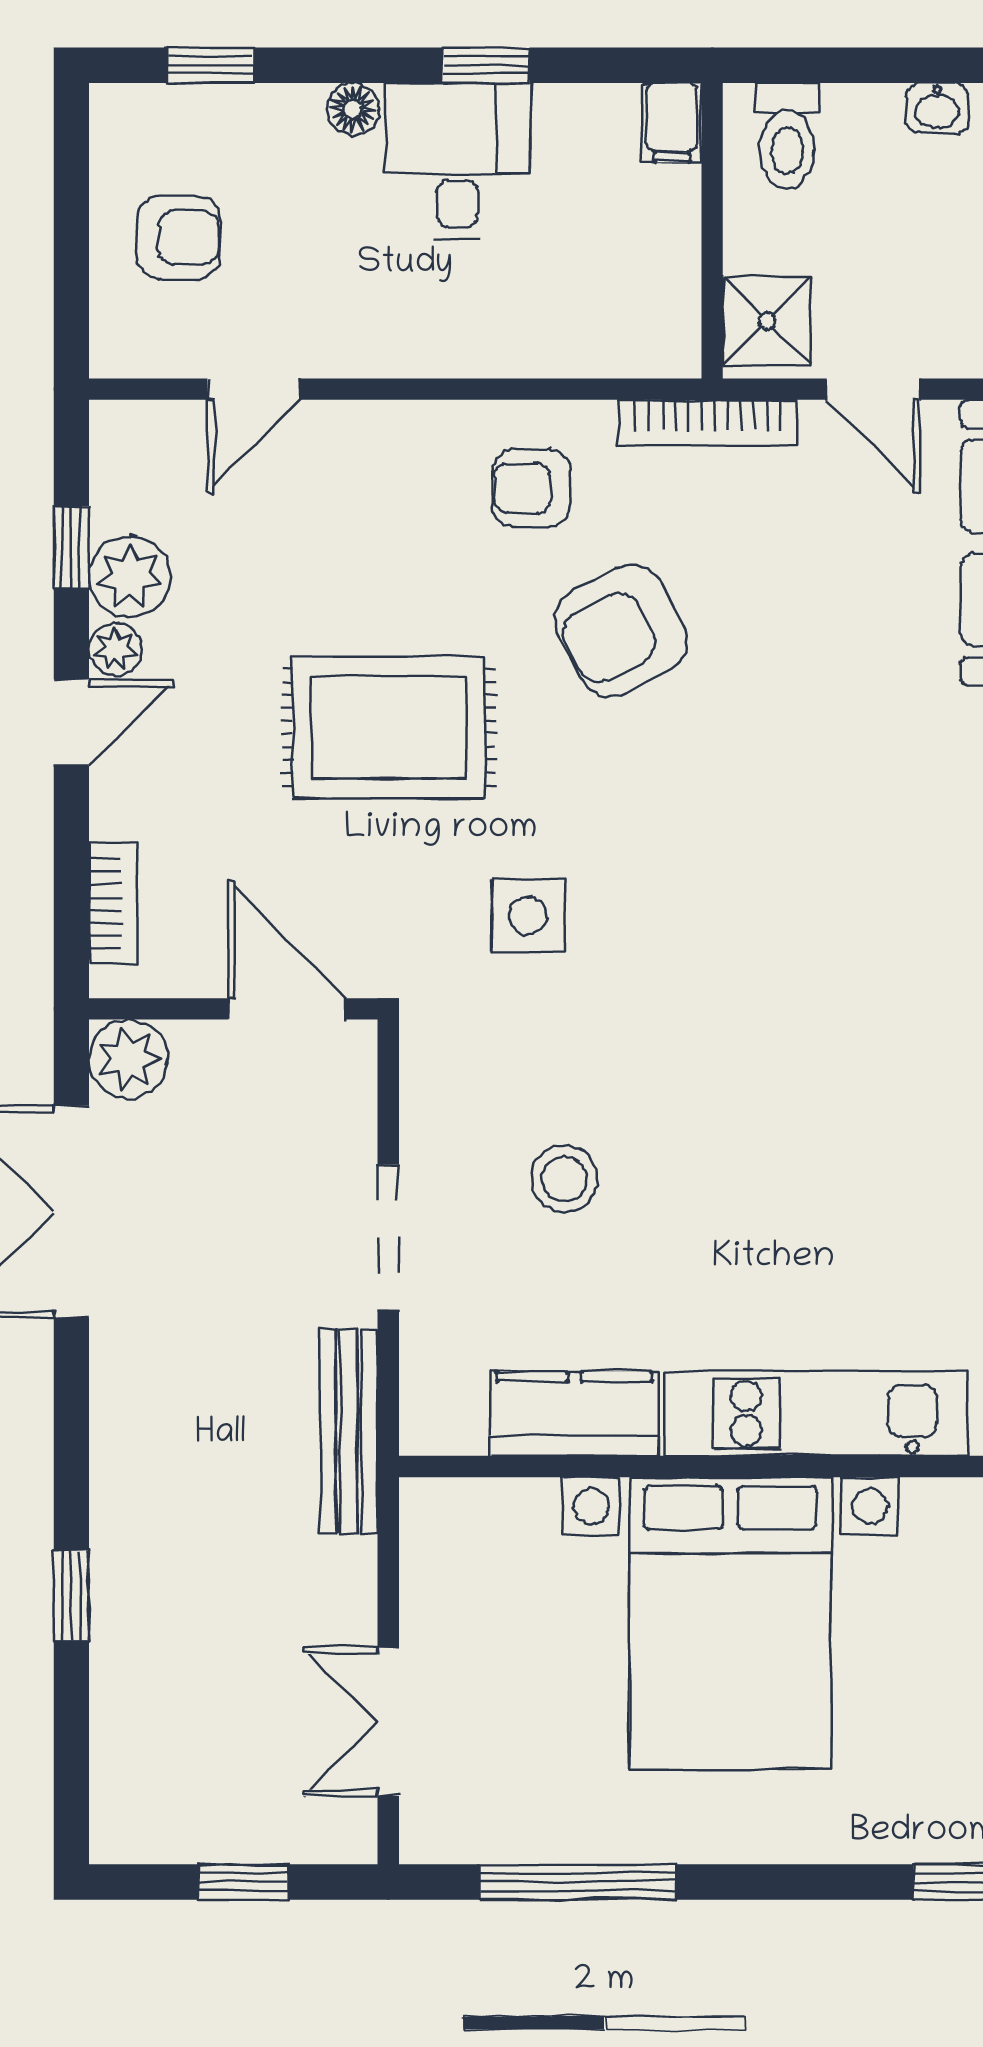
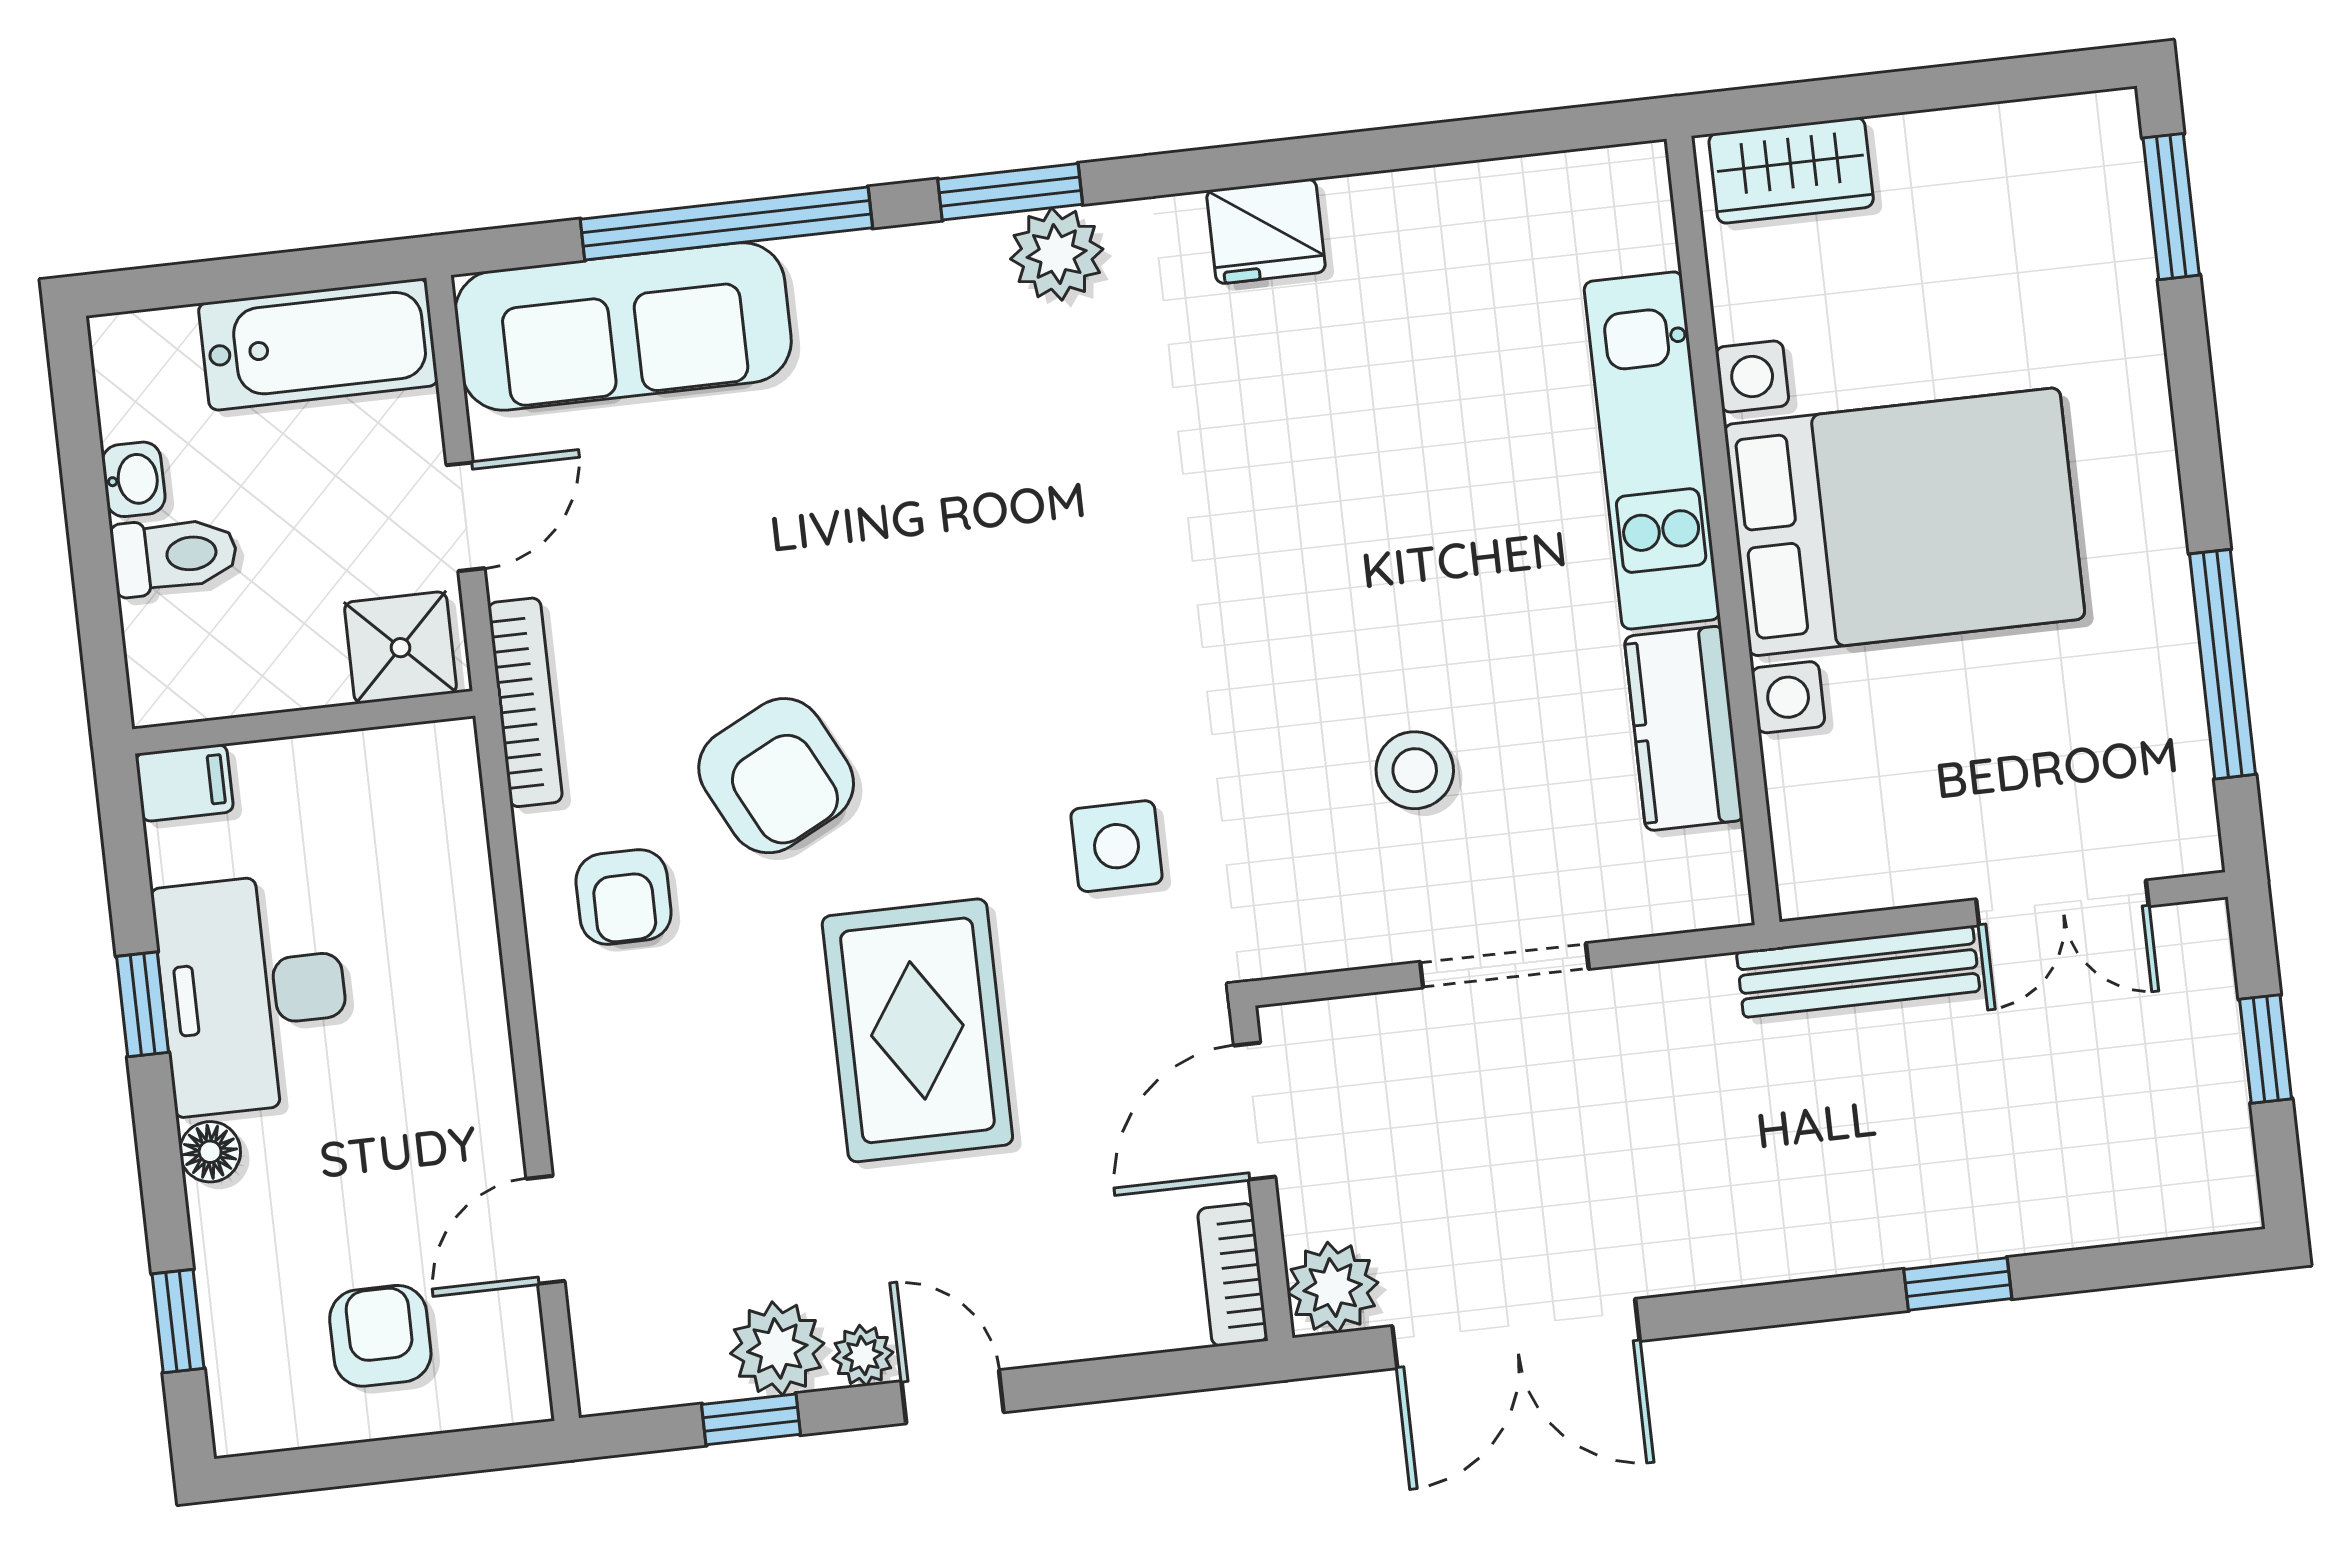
toilet: (787, 136) -> (174, 555), moved
desk: (457, 161) -> (253, 994), width x1.37
door: (254, 389) -> (545, 1230), swing flipped
bookcase: (113, 904) -> (1233, 1275), moved, turned -90
bench: (349, 1431) -> (1858, 972), moved

